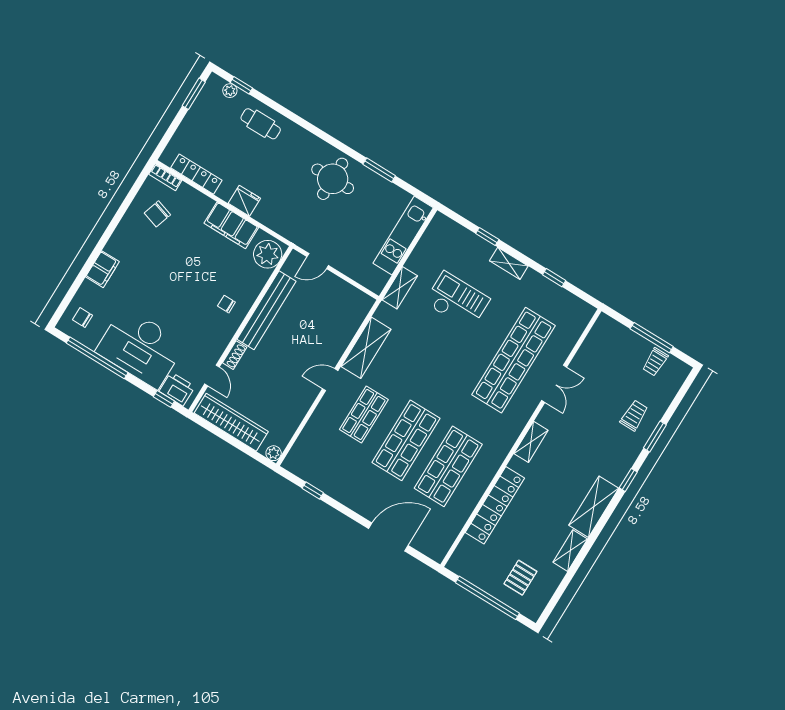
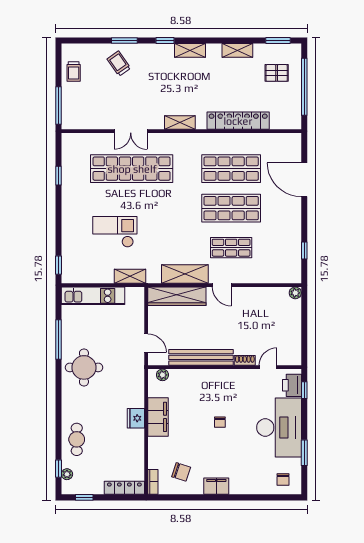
window: (194, 94) -> (84, 497), width x0.67
window: (379, 170) -> (58, 339), width x1.44
locker: (196, 174) -> (124, 488), moved, turned 90
window: (487, 236) -> (58, 265), moved
plant: (268, 254) -> (162, 375), width x0.53, depth x0.53
shelving: (509, 263) -> (68, 212), removed
filing cabinet: (102, 269) -> (216, 486), moved
checkout: (457, 301) -> (115, 232), turned 90
chair: (226, 304) -> (220, 422), moved
window: (652, 338) -> (58, 105), moved
window: (97, 358) -> (304, 453), width x0.47
trolley: (655, 362) -> (74, 72), turned 90
double door: (554, 384) -> (131, 131), swing flipped
trolley: (634, 415) -> (119, 64), turned 55
wardrobe: (231, 422) -> (177, 296), moved, turned -90
shelving: (594, 507) -> (190, 50), width x0.67, depth x0.75
window: (554, 600) -> (278, 41), added

